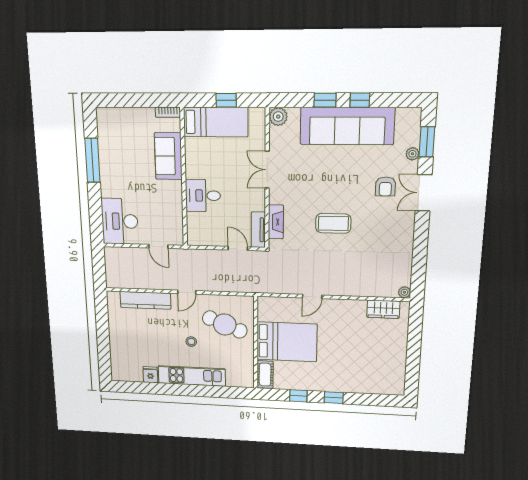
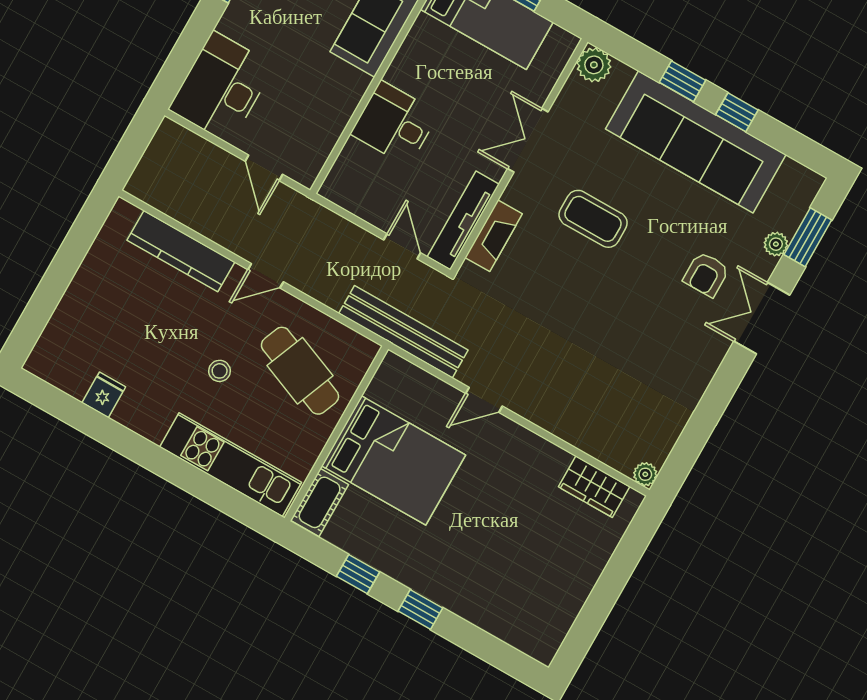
coffee table: (333, 223) -> (593, 219), moved
tv unit: (258, 230) -> (463, 221), width x1.41
bench: (260, 285) -> (403, 332), added
kitchen unit: (192, 376) -> (231, 465), moved

